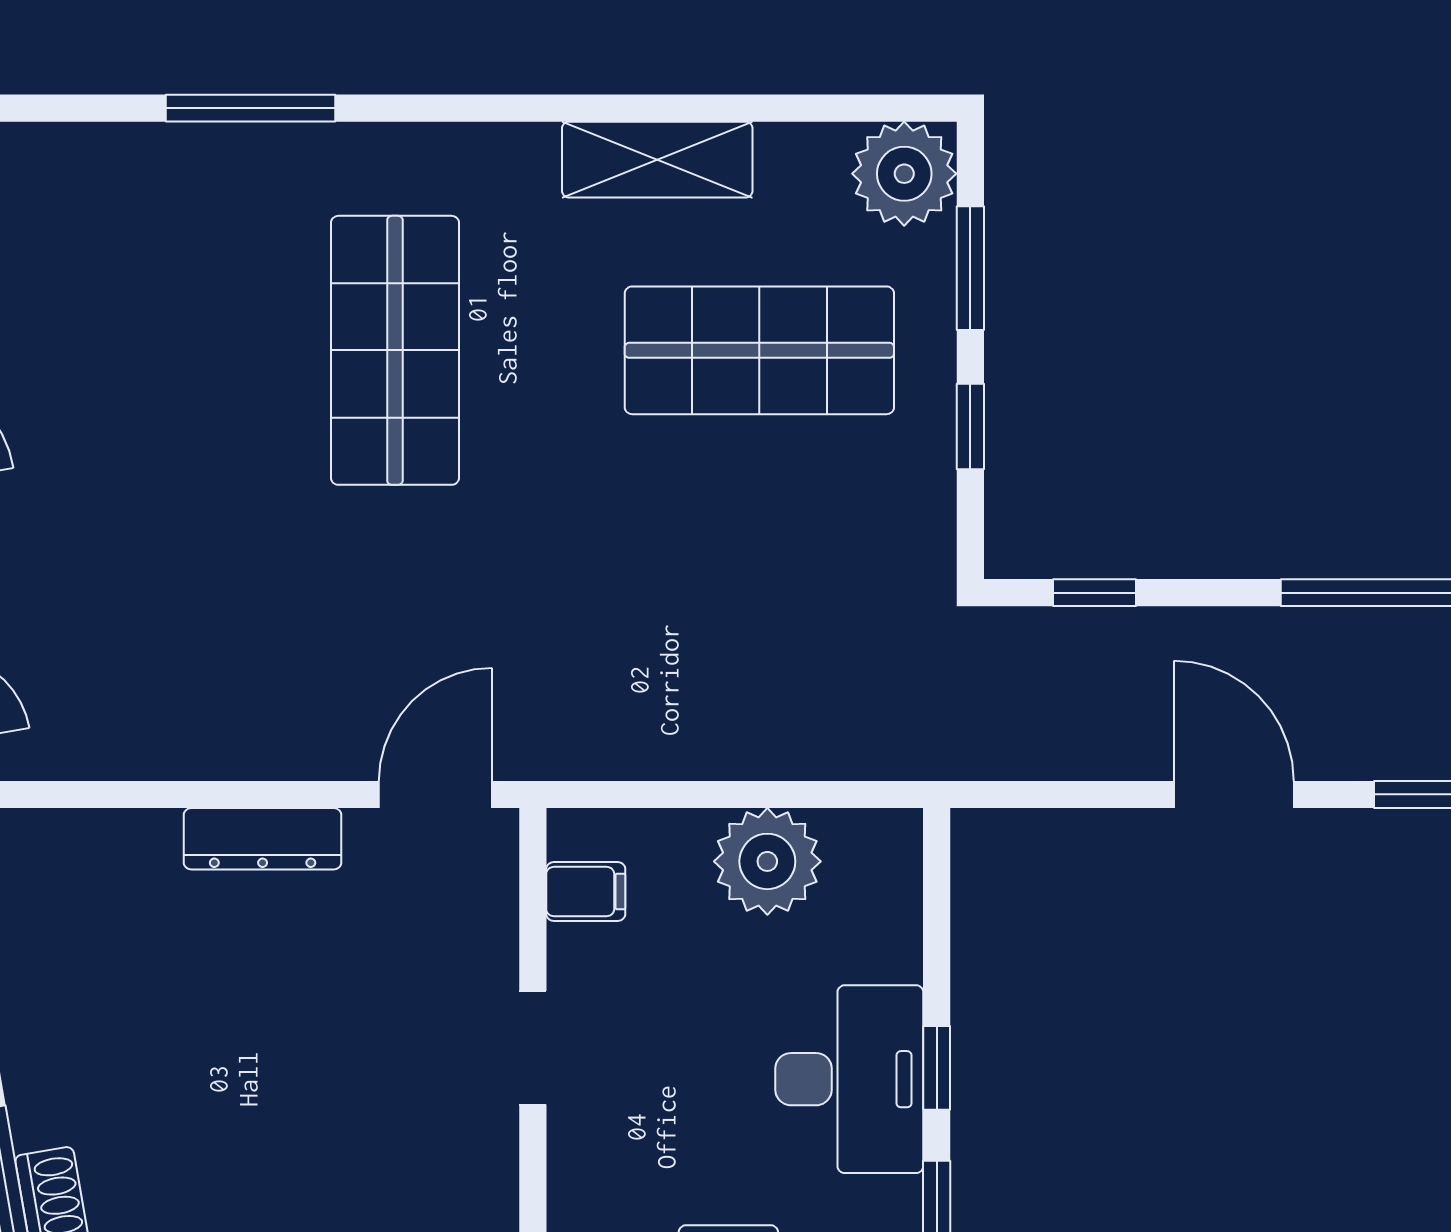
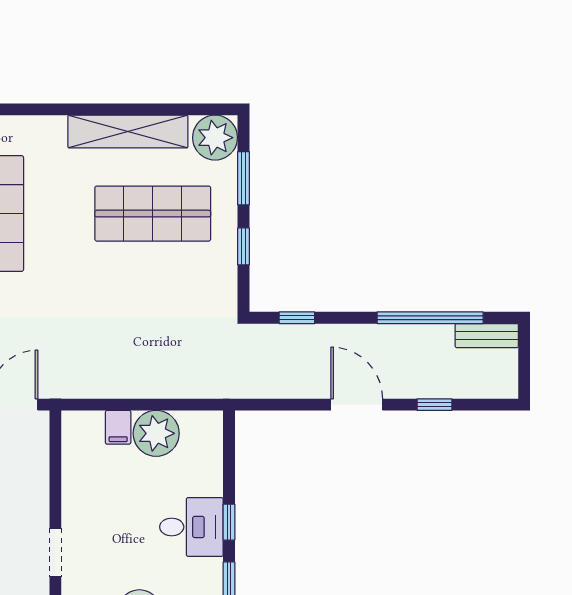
shelving: (657, 160) -> (128, 132), width x1.47
filing cabinet: (586, 892) -> (118, 427), moved, turned 90
doorway: (533, 1048) -> (55, 553), moved
desk: (849, 1079) -> (191, 527), width x0.73

